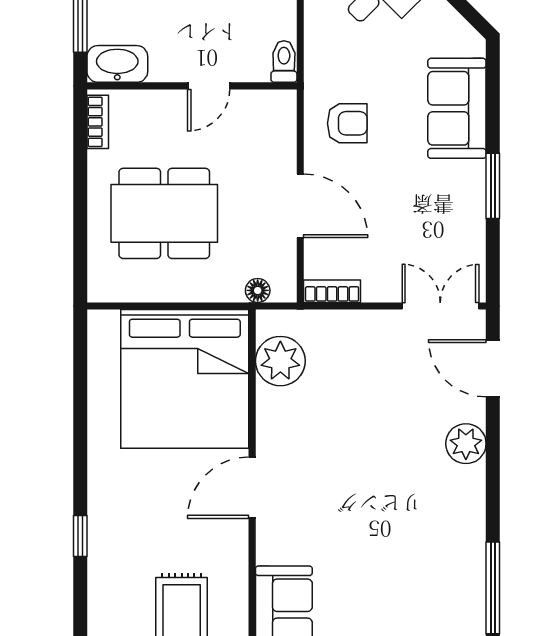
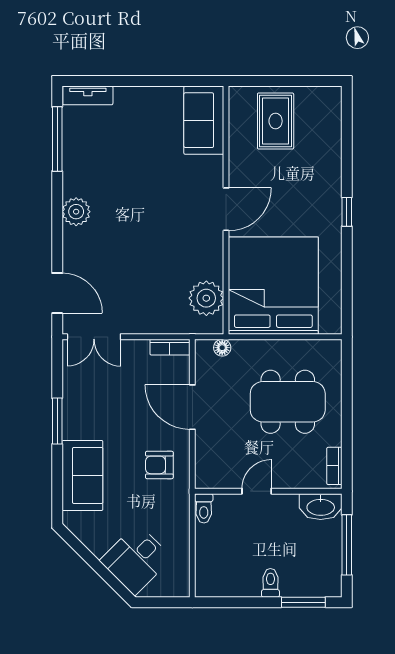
plant: (466, 444) -> (76, 212), moved
window: (80, 536) -> (347, 212), moved

